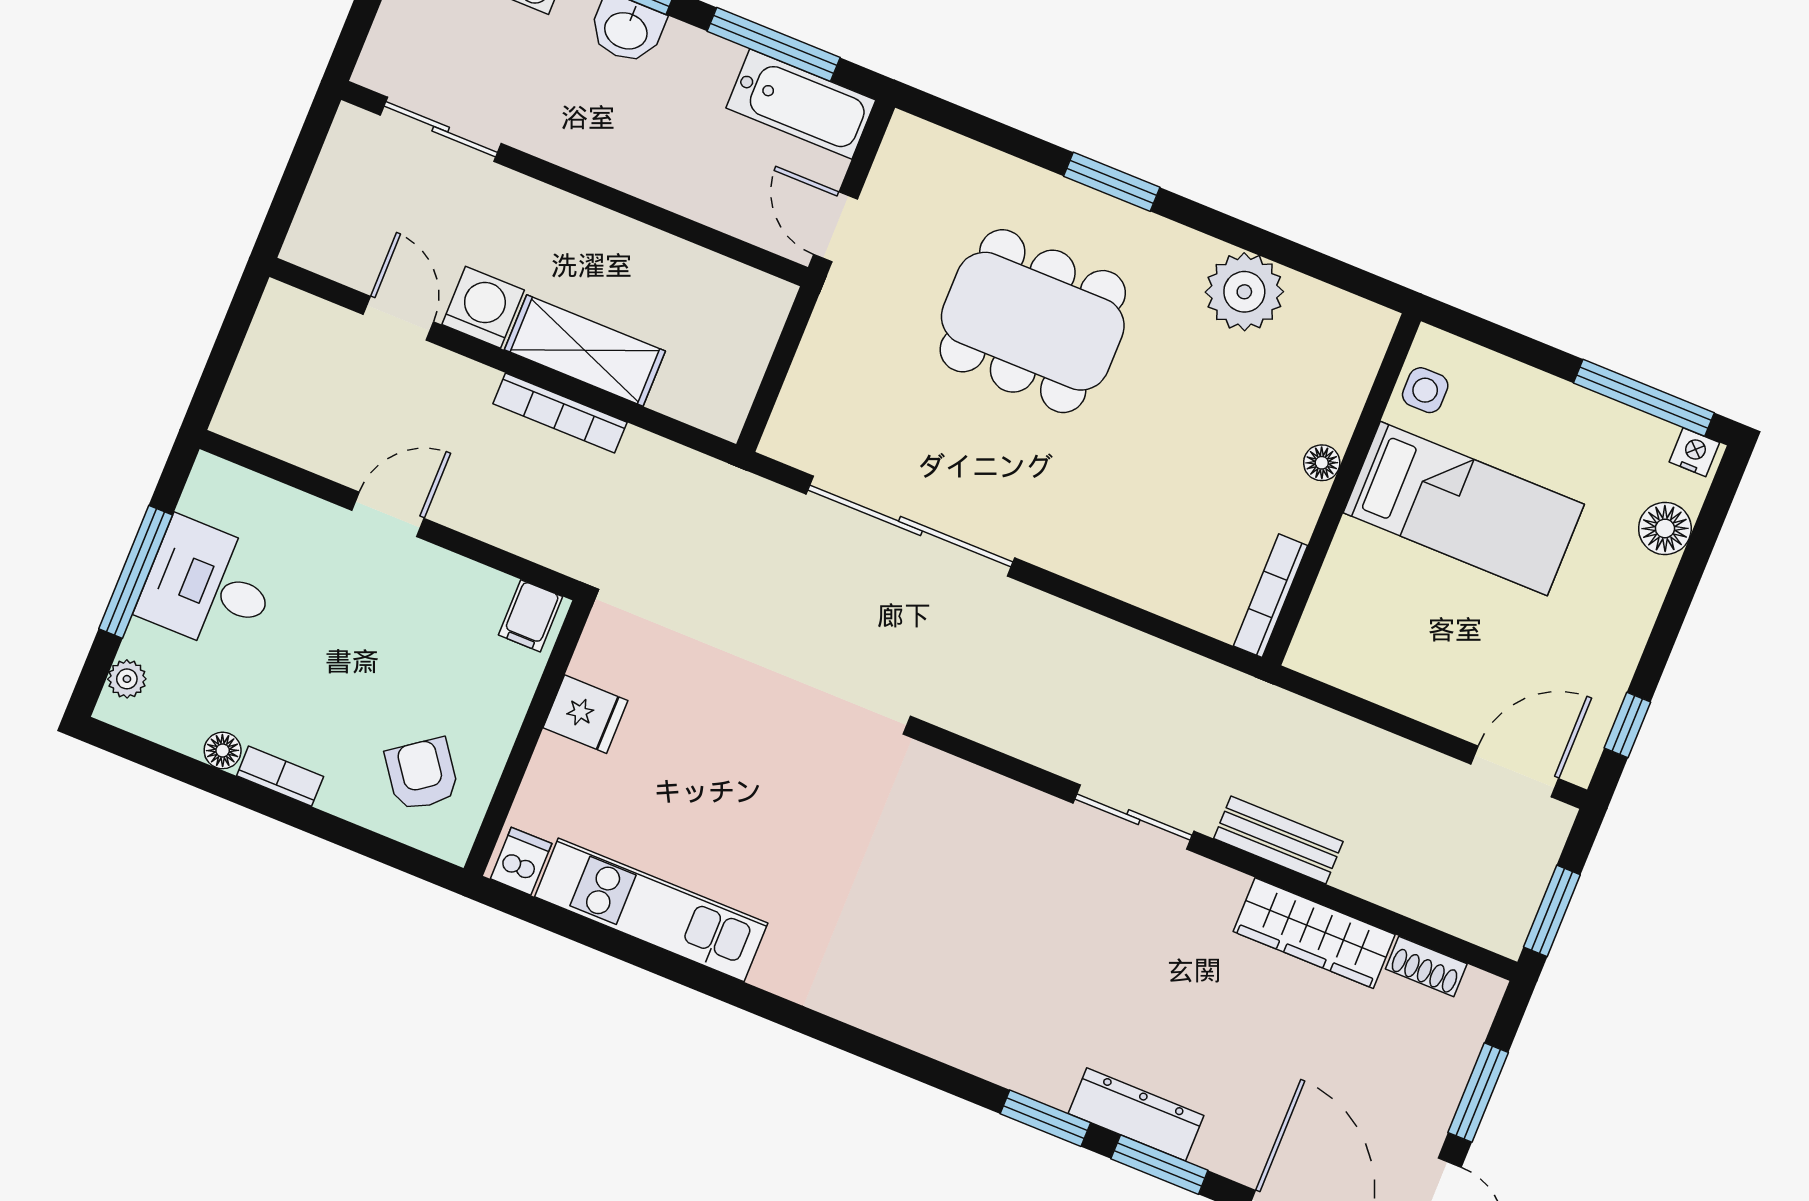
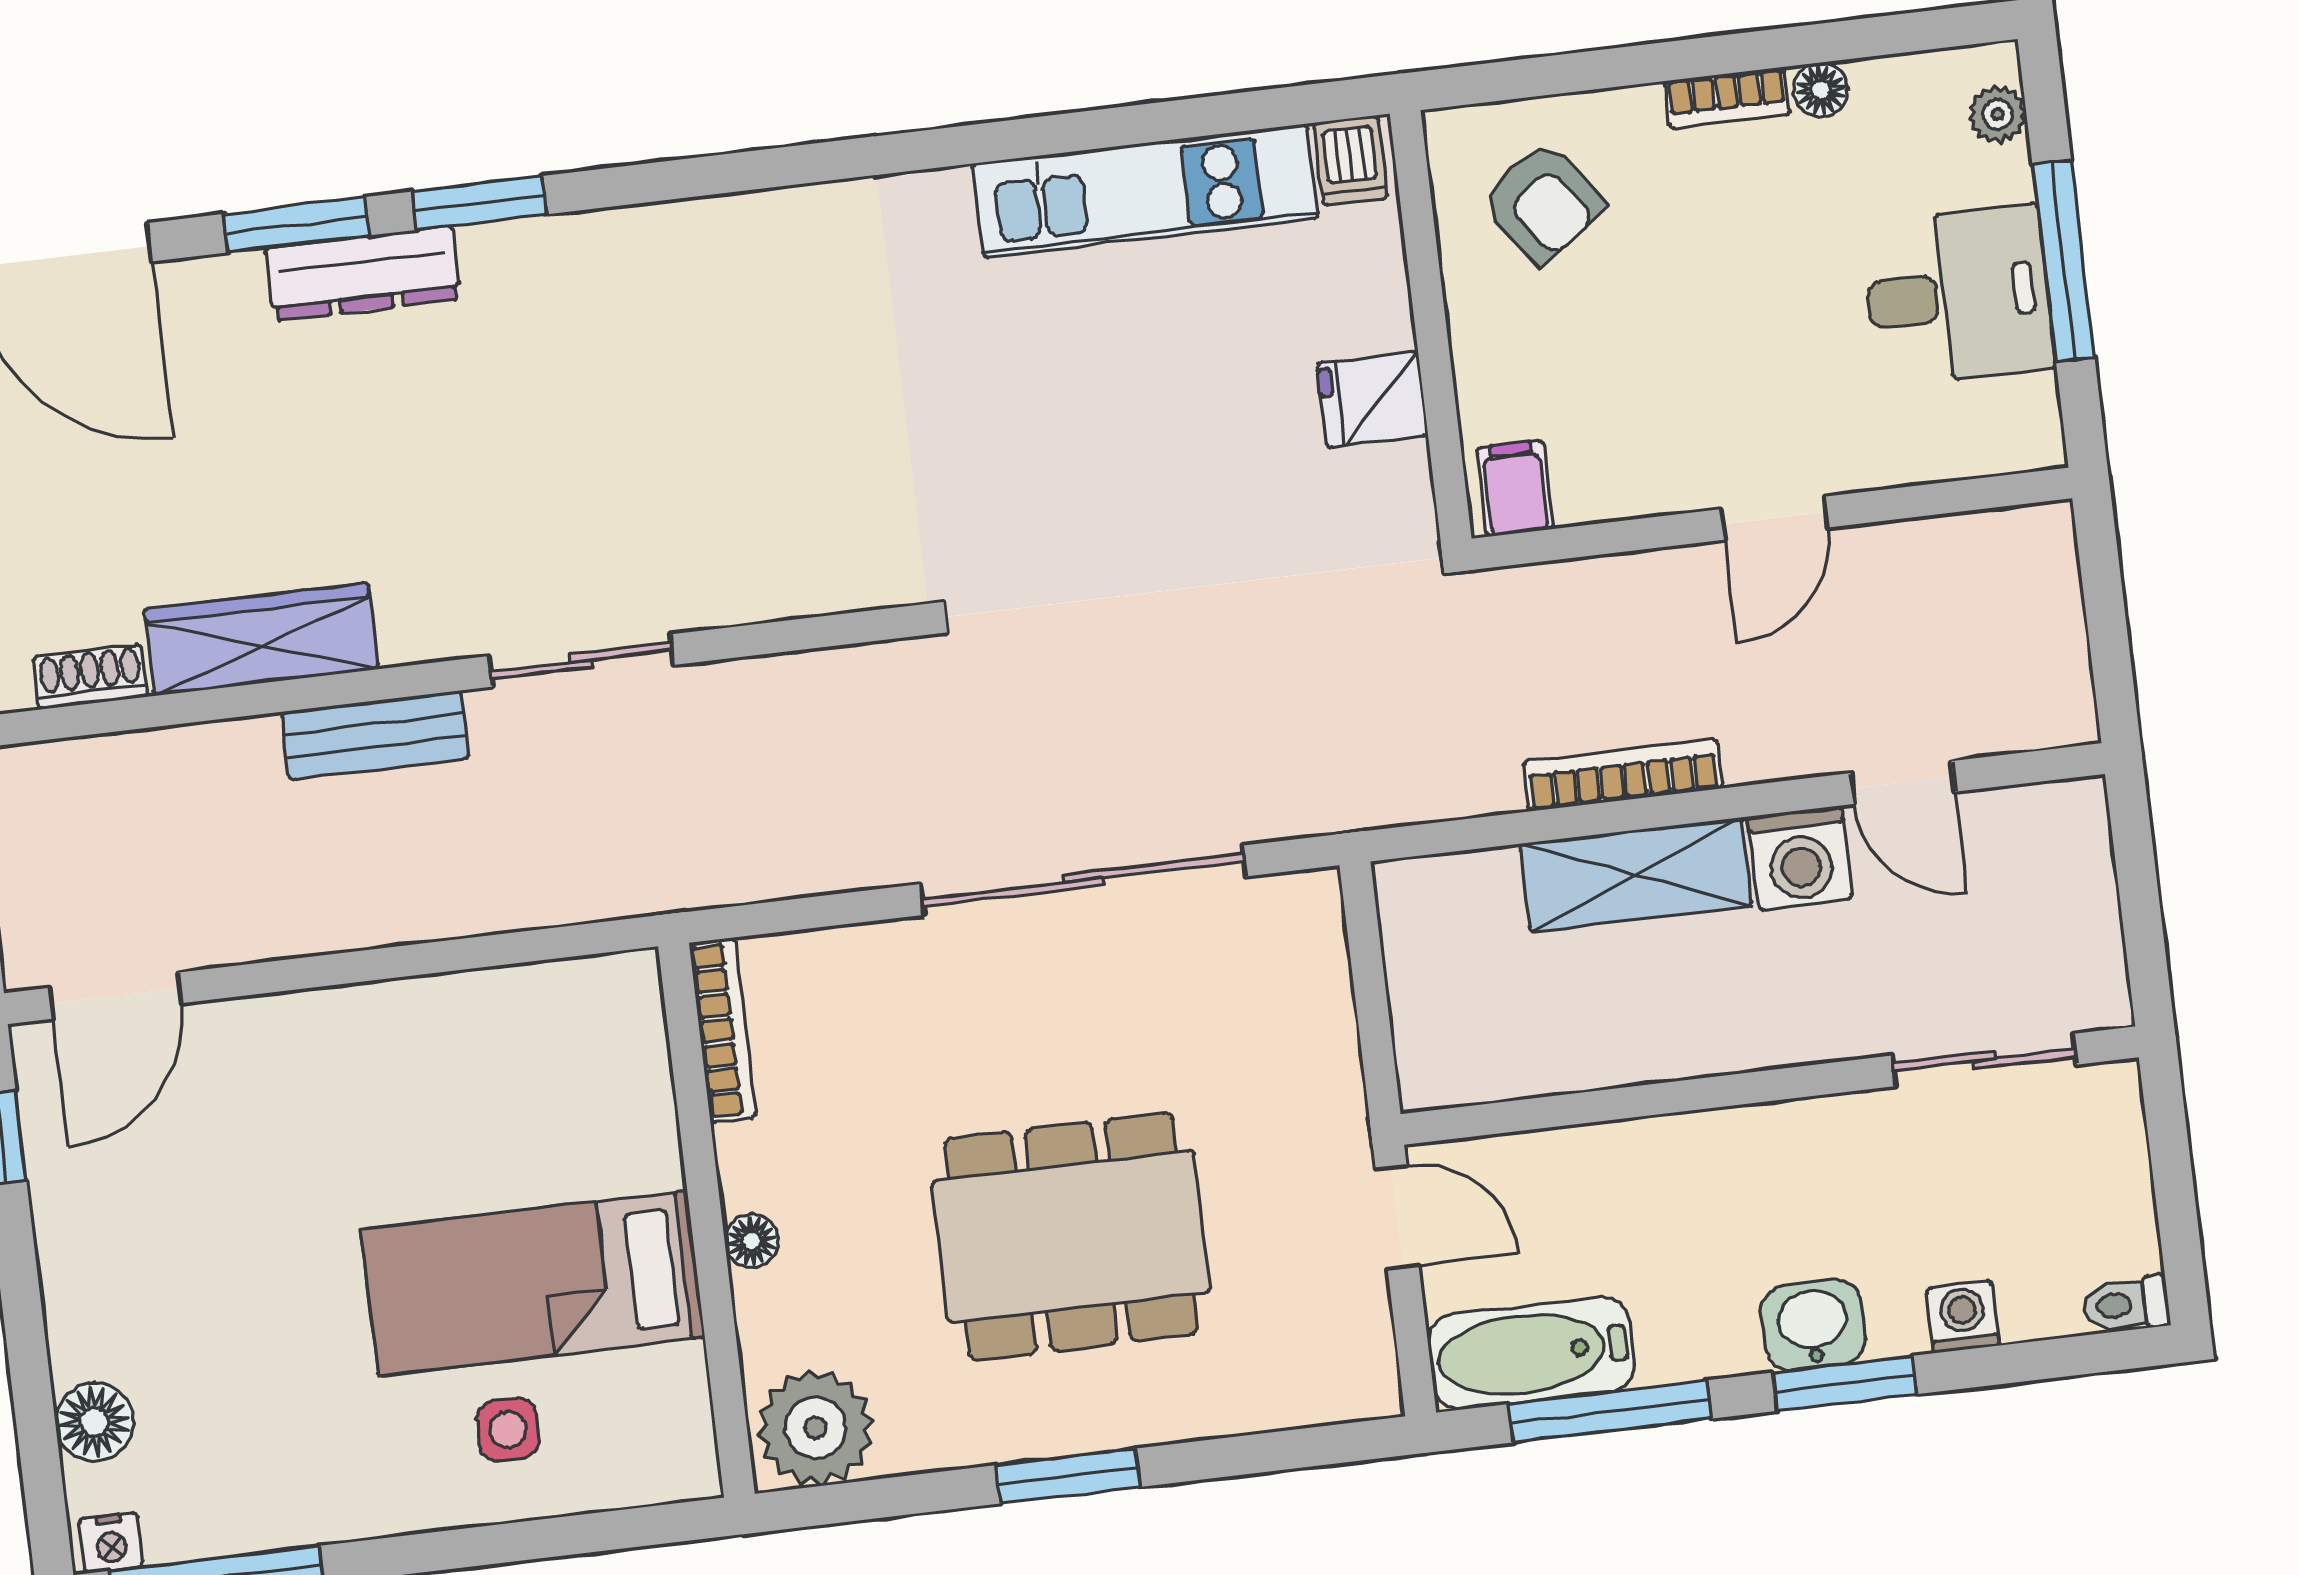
floor lamp: (1322, 463) -> (752, 1241), moved
wall: (1342, 489) -> (706, 1220), moved
bed: (1464, 508) -> (533, 1283), moved
bookcase: (1270, 596) -> (723, 1030), moved

